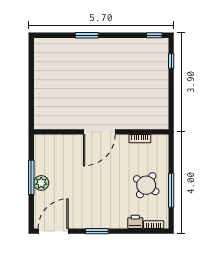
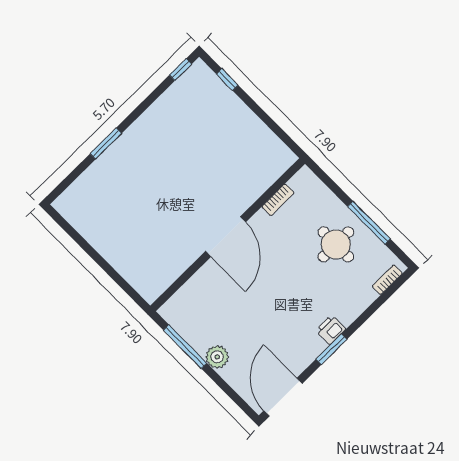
window: (31, 177) -> (185, 347), moved
round table: (146, 185) -> (336, 244), turned -34
printer: (135, 222) -> (331, 330), moved

